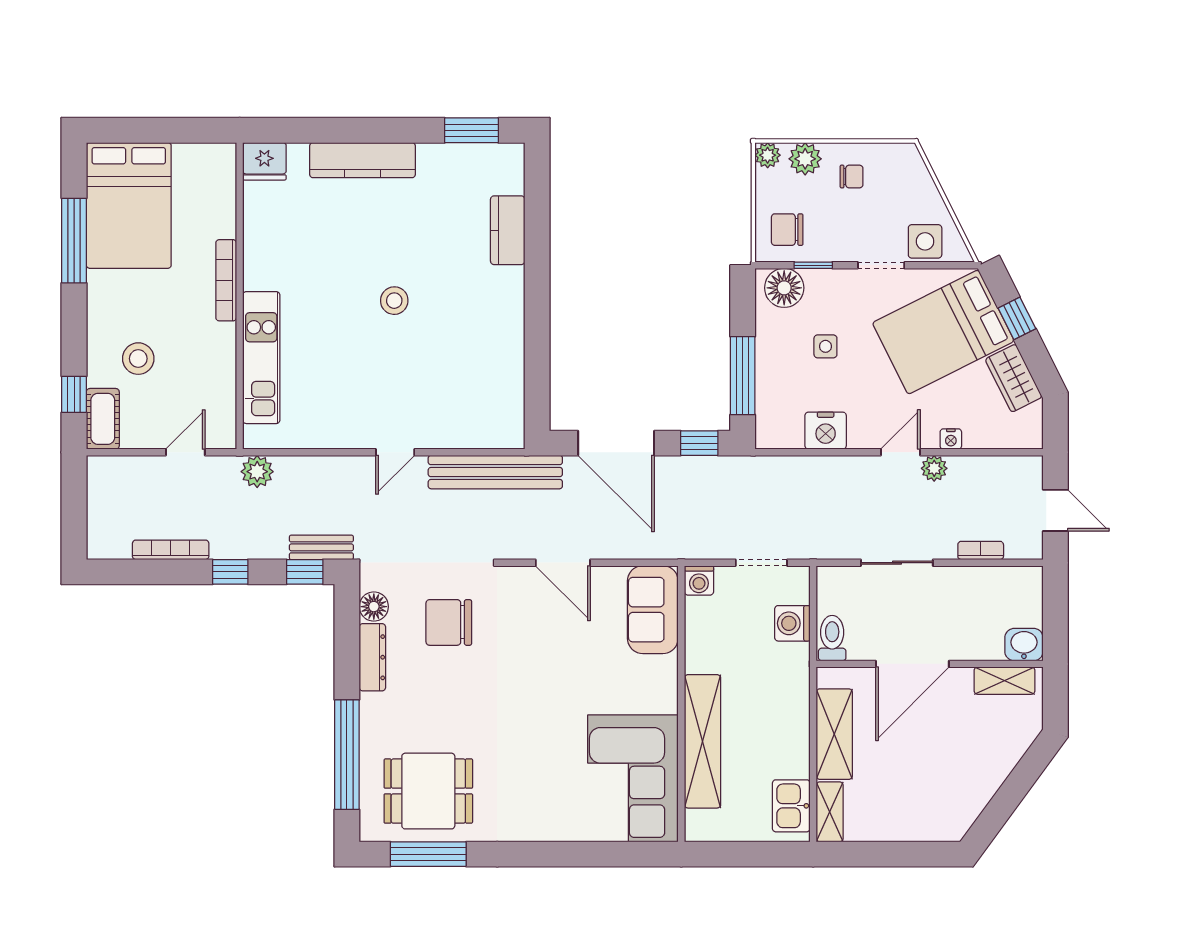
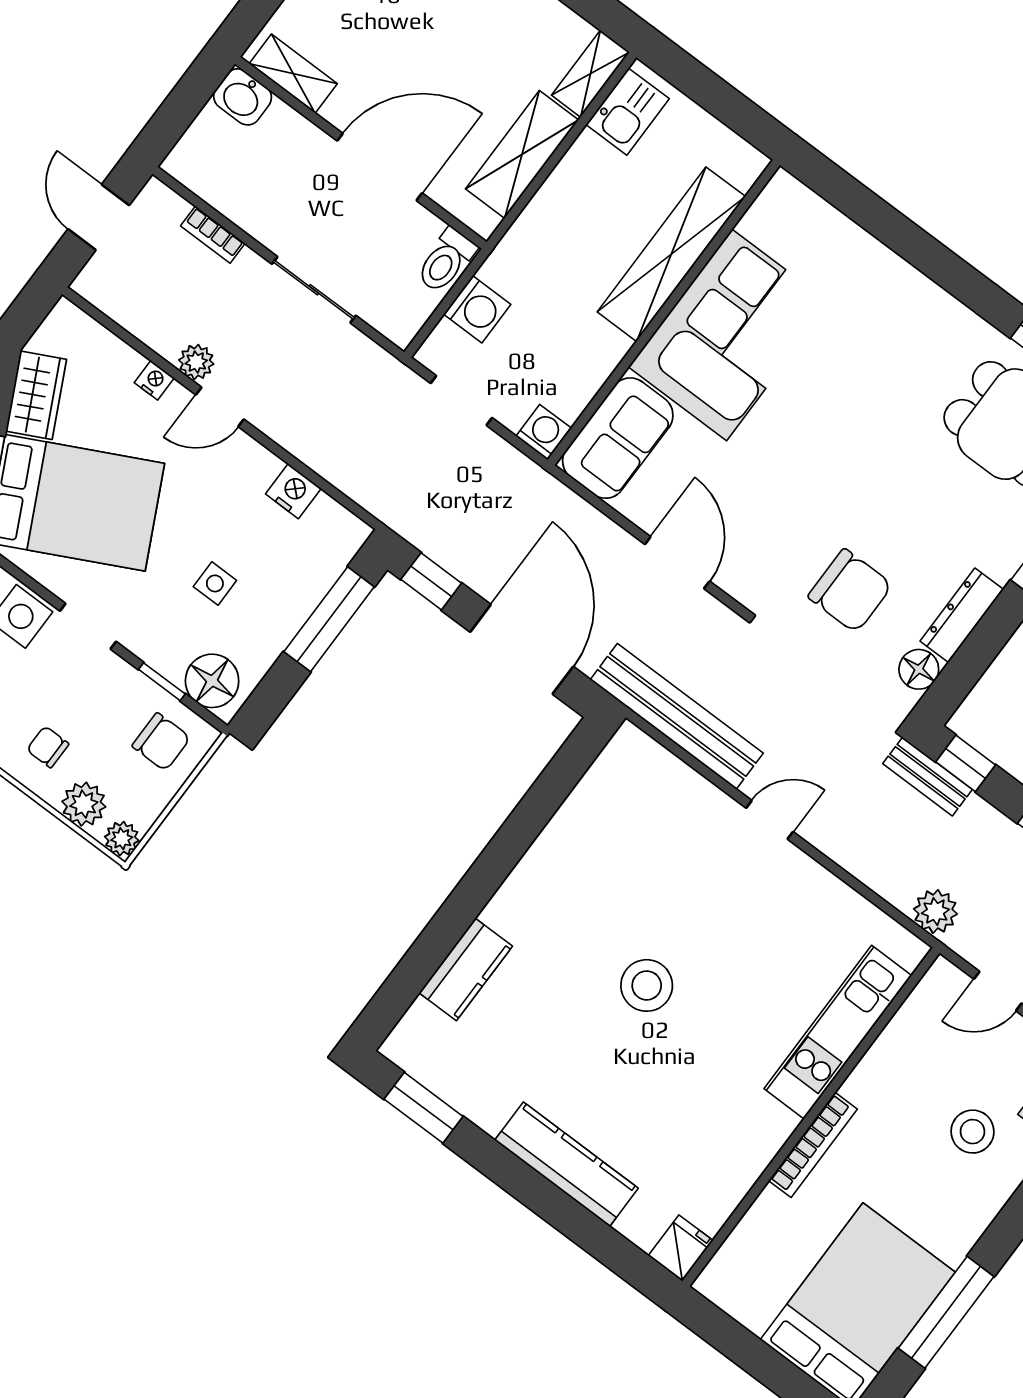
fridge: (264, 161) -> (681, 1248), width x0.72
stool: (394, 301) -> (647, 985), width x1.38, depth x1.38
nightstand: (826, 431) -> (293, 491), width x0.74, depth x0.75
corner sofa: (633, 778) -> (729, 335), moved

